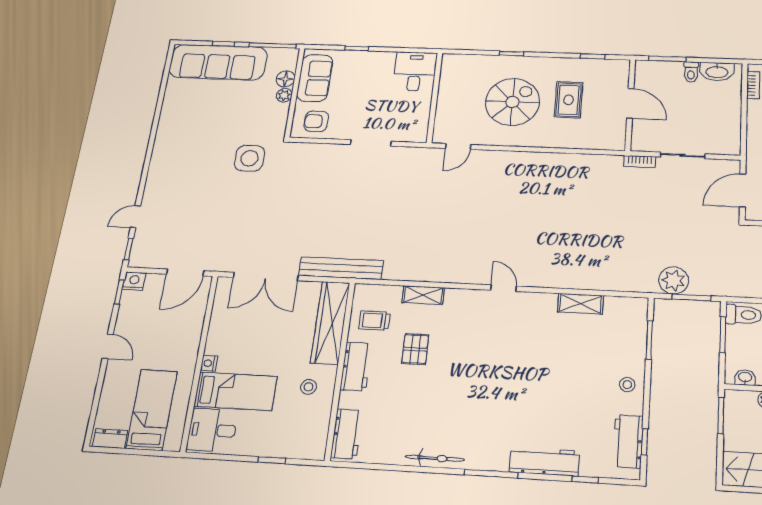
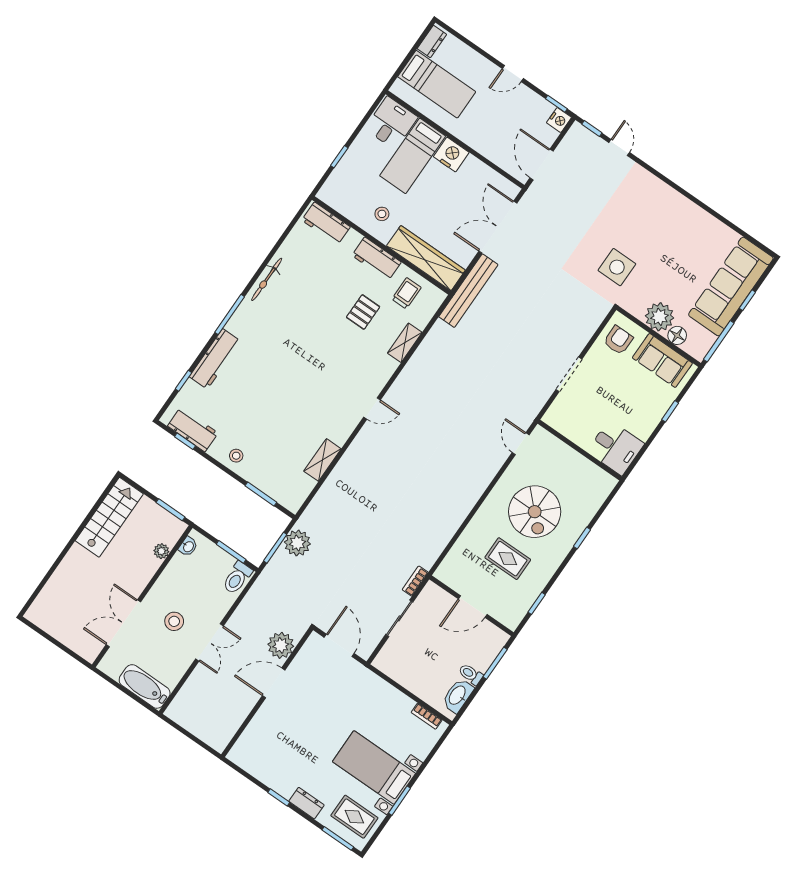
plant: (284, 95) -> (660, 317), width x1.88, depth x1.88
pallet: (415, 349) -> (363, 312), turned 90
nightstand: (209, 363) -> (451, 155), width x1.89, depth x1.79

